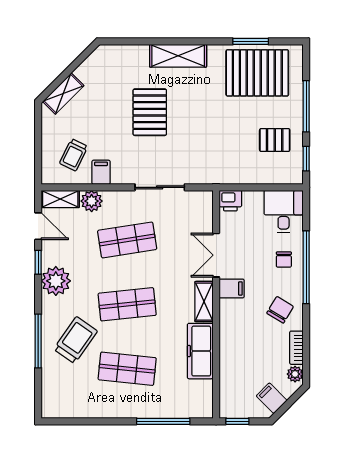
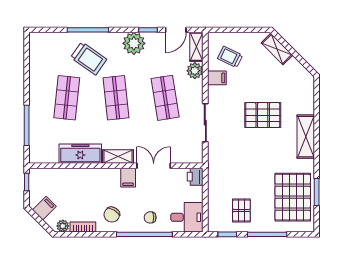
chair: (280, 310) -> (112, 215), turned 90

